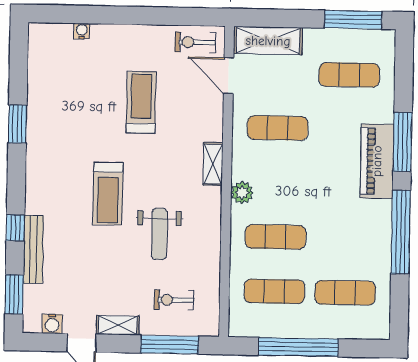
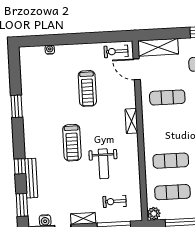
treadmill: (141, 102) -> (87, 88), turned 180
plant: (242, 193) -> (154, 214), moved

